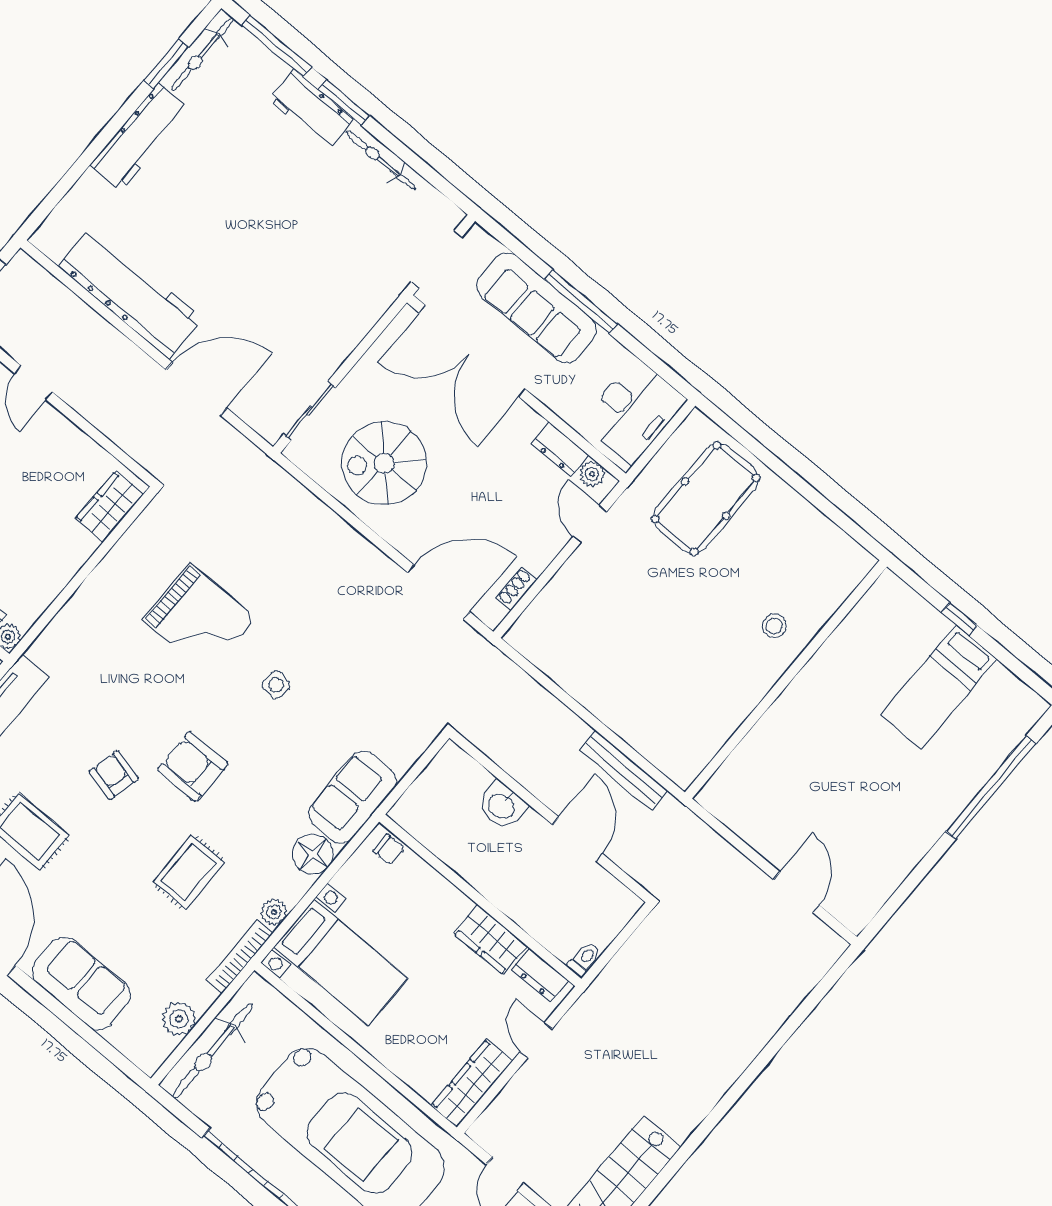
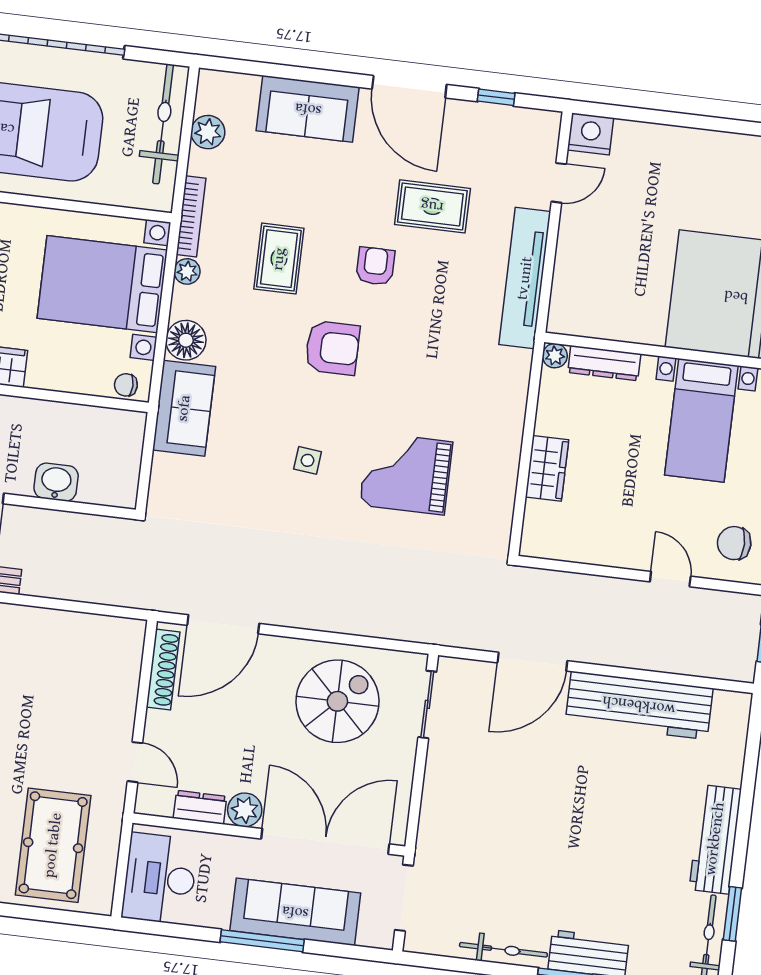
plant: (592, 474) -> (245, 810), moved, width x1.38, depth x1.38
wardrobe: (109, 507) -> (547, 468), moved
shoe rack: (517, 589) -> (163, 669), width x1.94, depth x1.24
armchair: (114, 775) -> (375, 266), moved, turned -104
bed with nightstands: (341, 962) -> (102, 284), width x1.36

